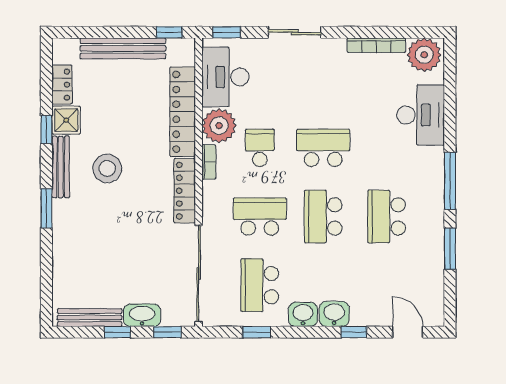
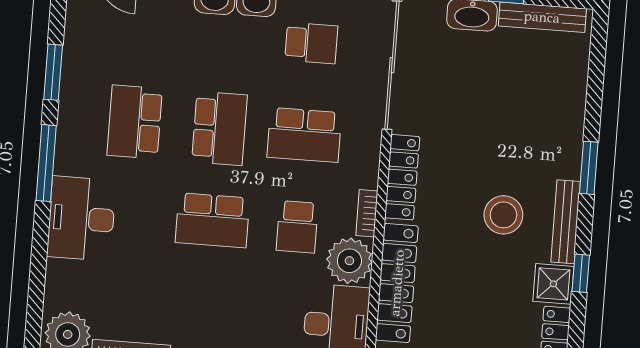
desk: (421, 115) -> (81, 219), moved
school desk: (387, 217) -> (135, 122), turned 180
school desk: (260, 285) -> (311, 43), width x0.54

